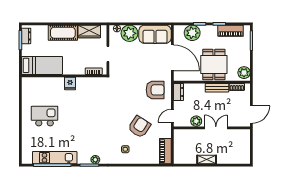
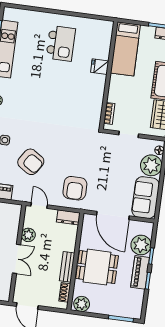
piano: (231, 31) -> (140, 272), moved
door: (172, 58) -> (113, 215), hinge flipped
fridge: (70, 83) -> (100, 67), moved

